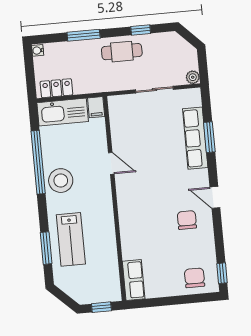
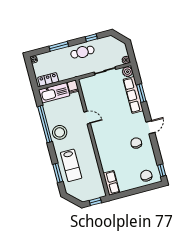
plant: (192, 97) -> (127, 72), added
door: (215, 197) -> (150, 127), swing flipped

